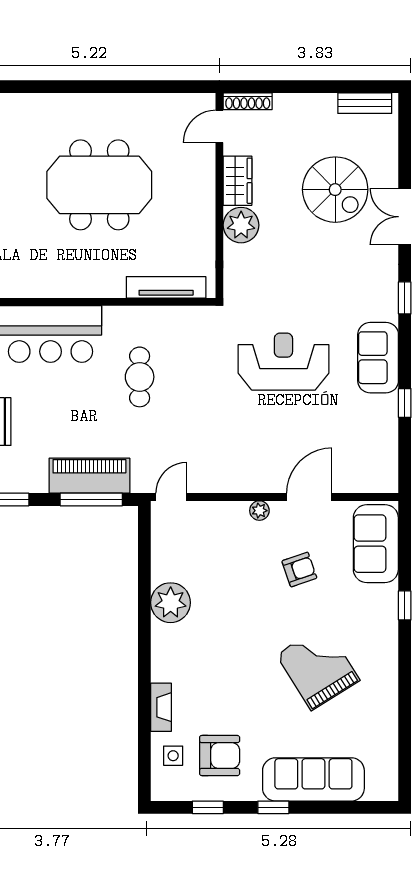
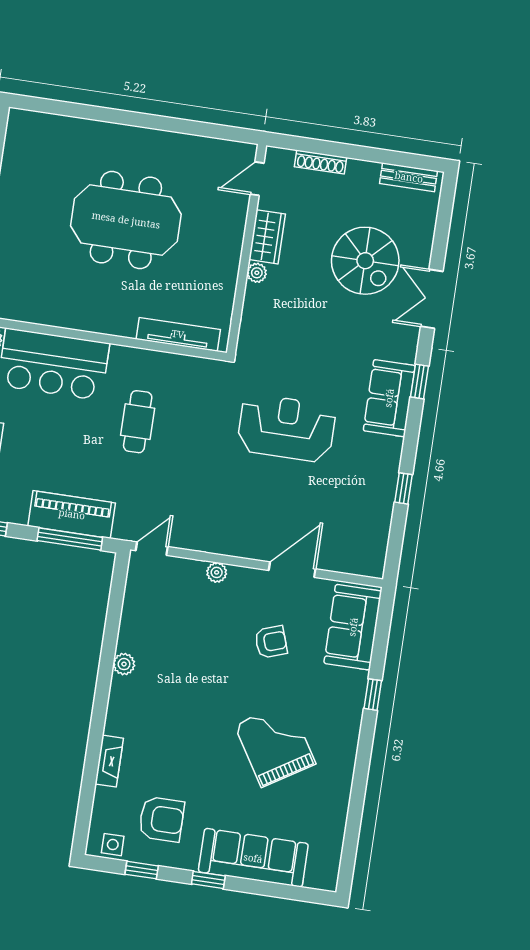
shoe rack: (248, 101) -> (320, 162), moved
plant: (241, 225) -> (257, 273), width x0.53, depth x0.53
sofa: (378, 358) -> (389, 398), moved
plant: (259, 511) -> (217, 572), moved
plant: (171, 603) -> (124, 664), width x0.53, depth x0.53
side table: (173, 756) -> (113, 845), moved

